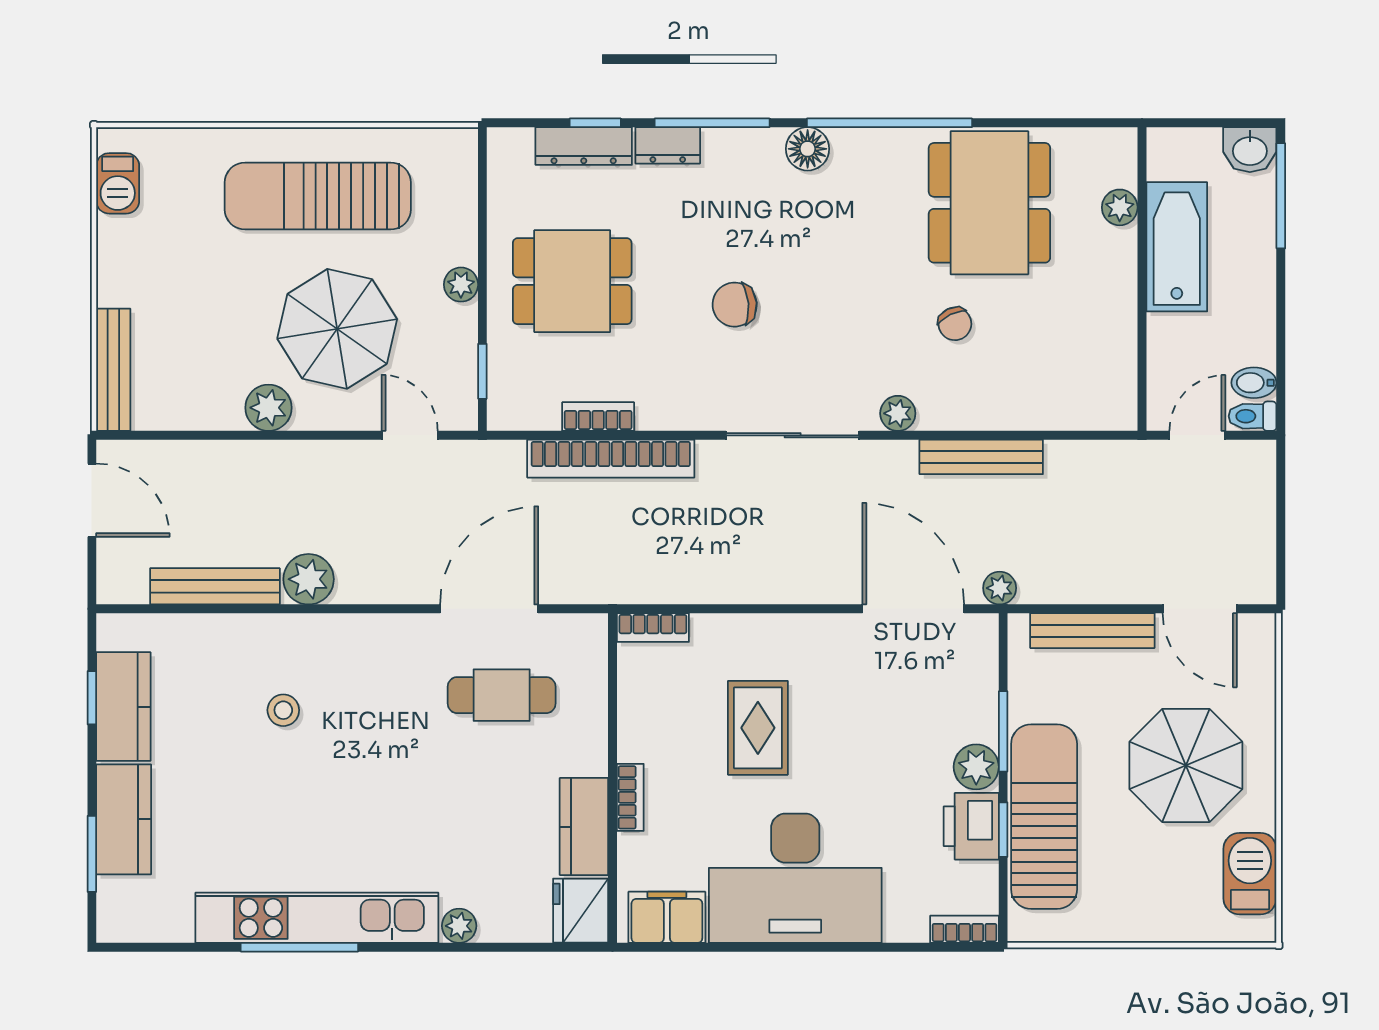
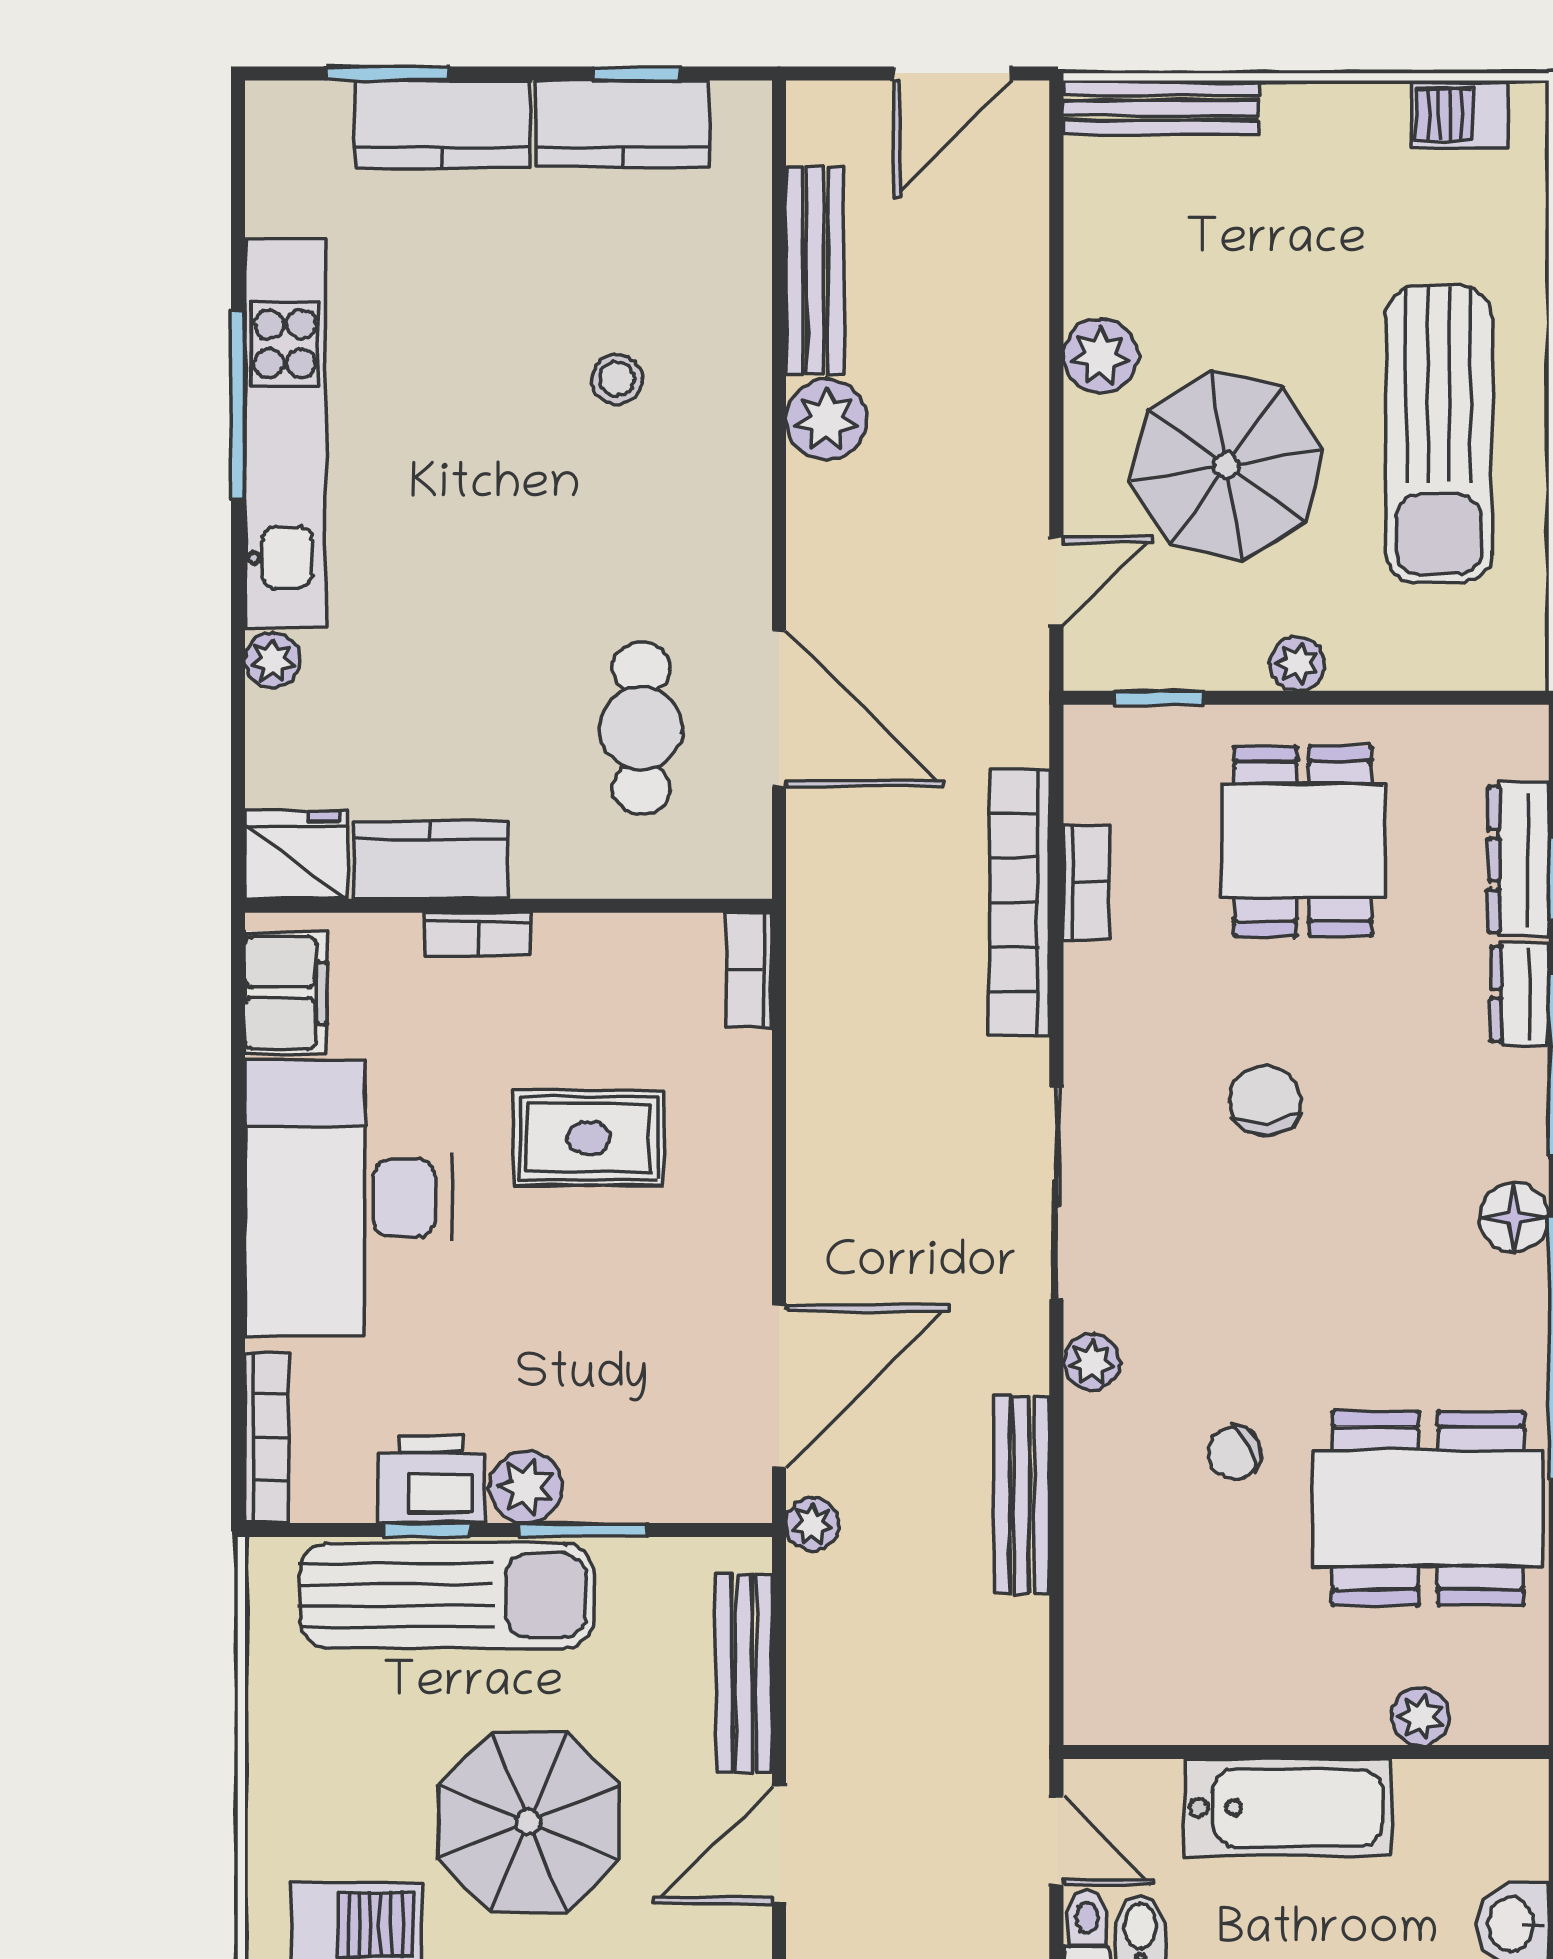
sun lounger: (318, 196) -> (1439, 435), turned 180
bathtub: (1177, 247) -> (1287, 1808), moved
bookcase: (964, 929) -> (267, 1437), width x1.56

